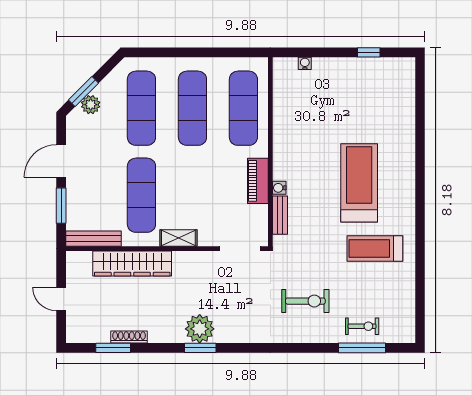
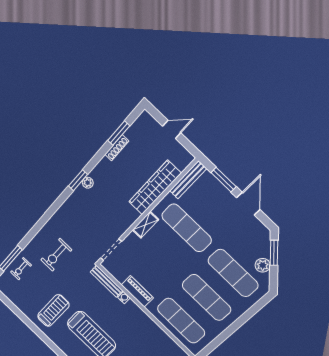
plant: (91, 105) -> (263, 265), moved
bench: (280, 215) -> (106, 281), width x1.36
plant: (200, 329) -> (88, 183), width x0.53, depth x0.53

